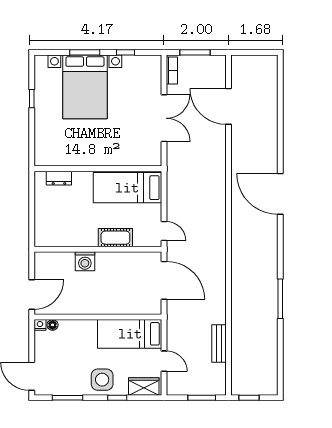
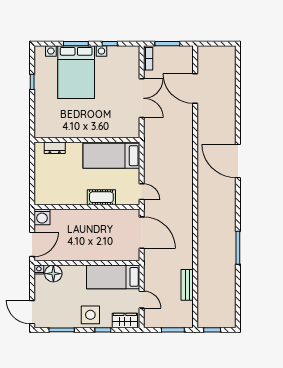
washing machine: (85, 261) -> (42, 217), moved
floor lamp: (53, 325) -> (53, 274), width x1.89, depth x1.89

